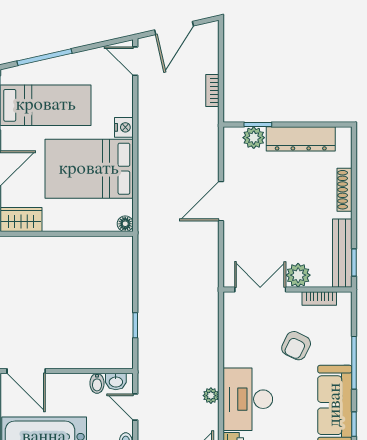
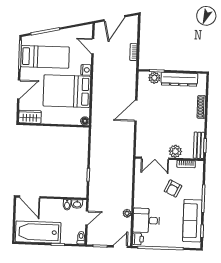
door: (135, 61) -> (93, 46), moved
bench: (342, 253) -> (199, 145), width x0.73
double door: (260, 290) -> (155, 158), swing flipped
desk: (248, 399) -> (146, 220), width x0.73
door: (135, 407) -> (87, 218), swing flipped

